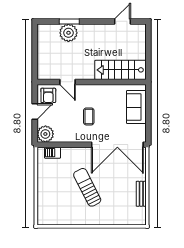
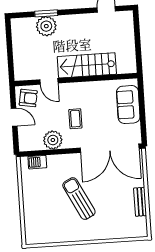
stairs: (120, 70) -> (87, 65), moved
armchair: (48, 95) -> (28, 98), turned -80
door: (35, 112) -> (14, 117), hinge flipped
plant: (45, 134) -> (53, 140), moved

